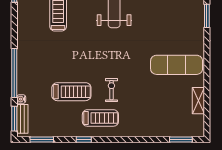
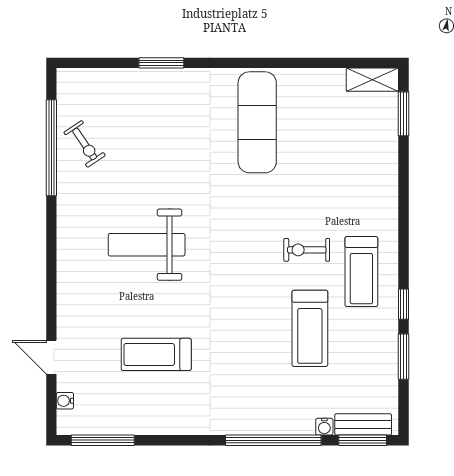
treadmill: (71, 92) -> (310, 328), turned 180
shelving: (198, 101) -> (372, 80), moved
treadmill: (100, 118) -> (361, 272), turned 180
window: (42, 139) -> (404, 357), moved

